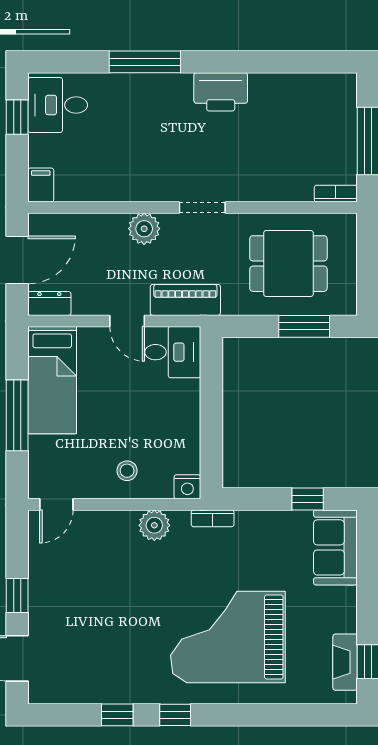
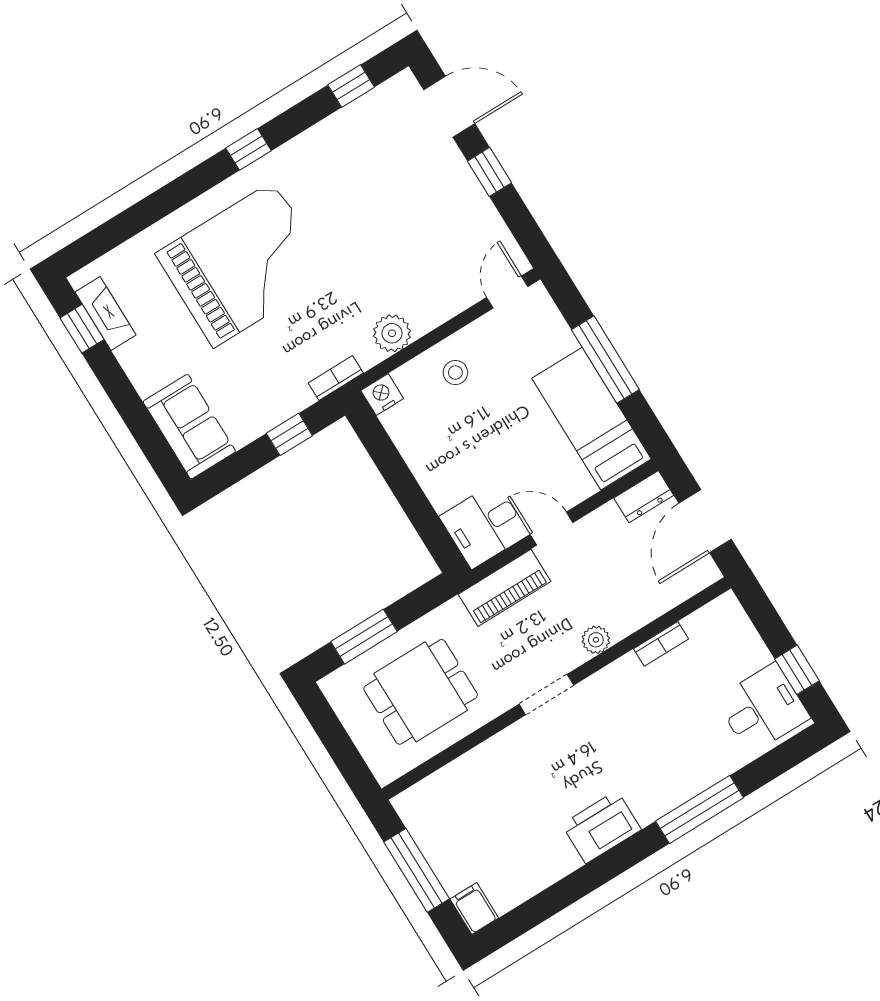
filing cabinet: (41, 185) -> (474, 909), moved, turned 180
bookcase: (336, 194) -> (661, 644), moved
plant: (144, 229) -> (596, 640), width x0.73, depth x0.73
window: (308, 499) -> (289, 434), moved
window: (117, 715) -> (351, 86), moved

